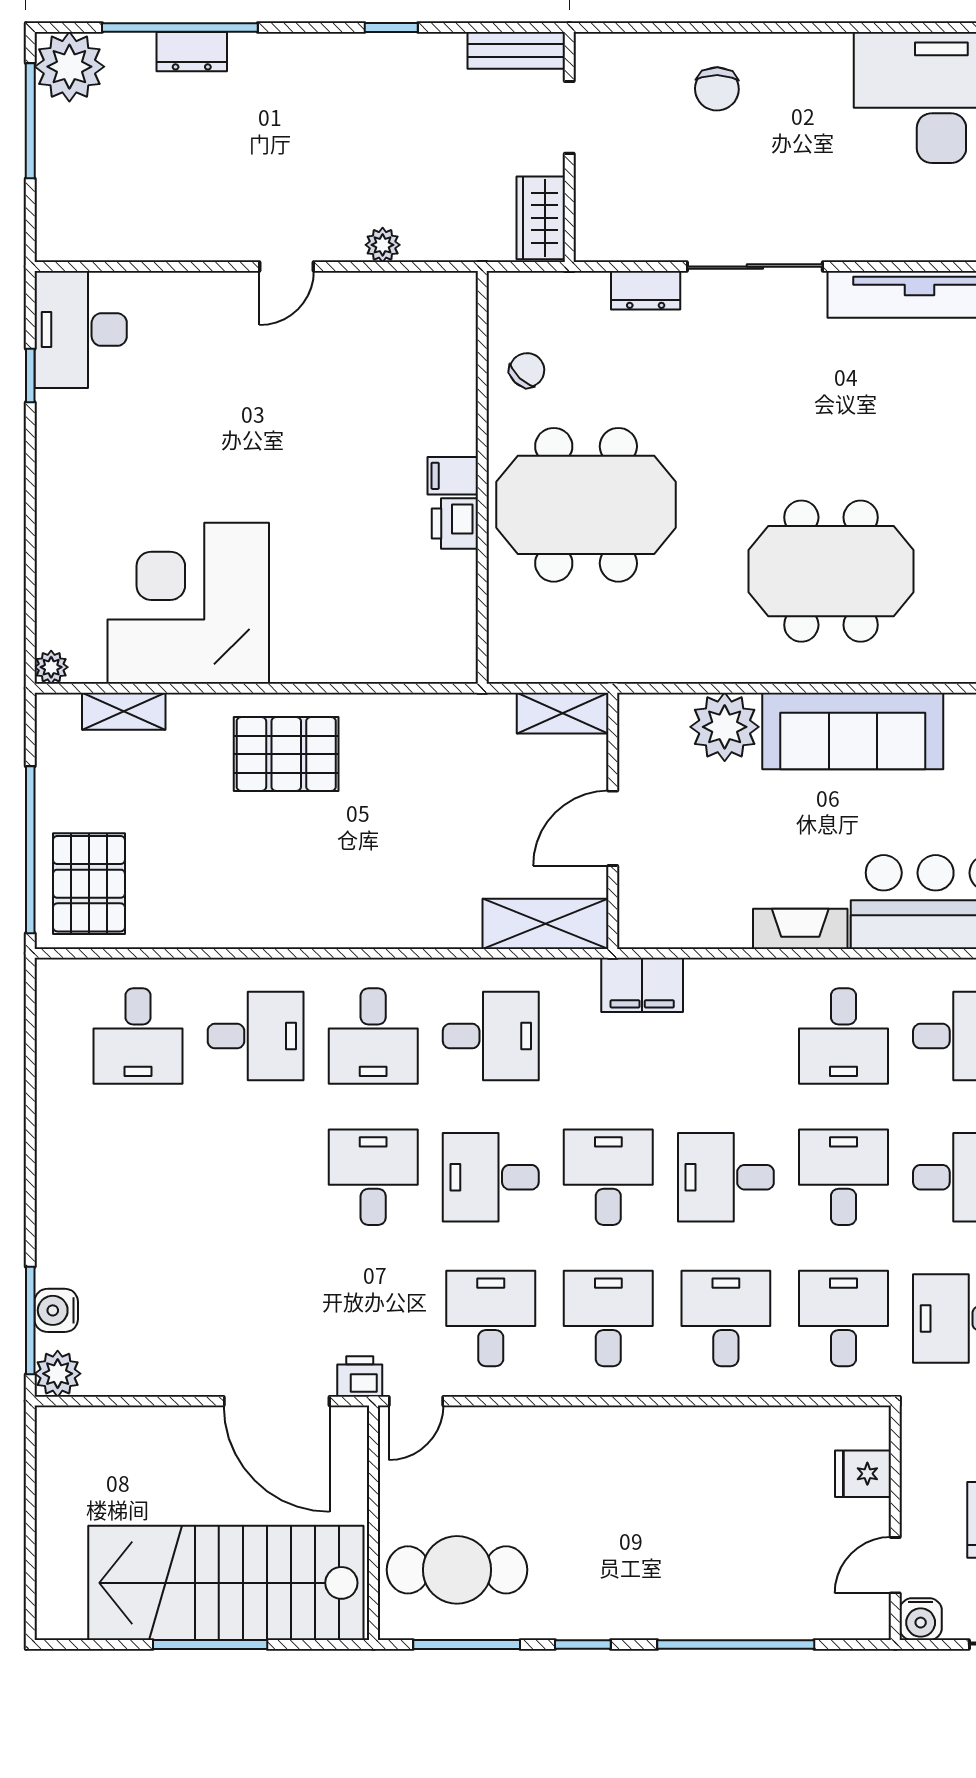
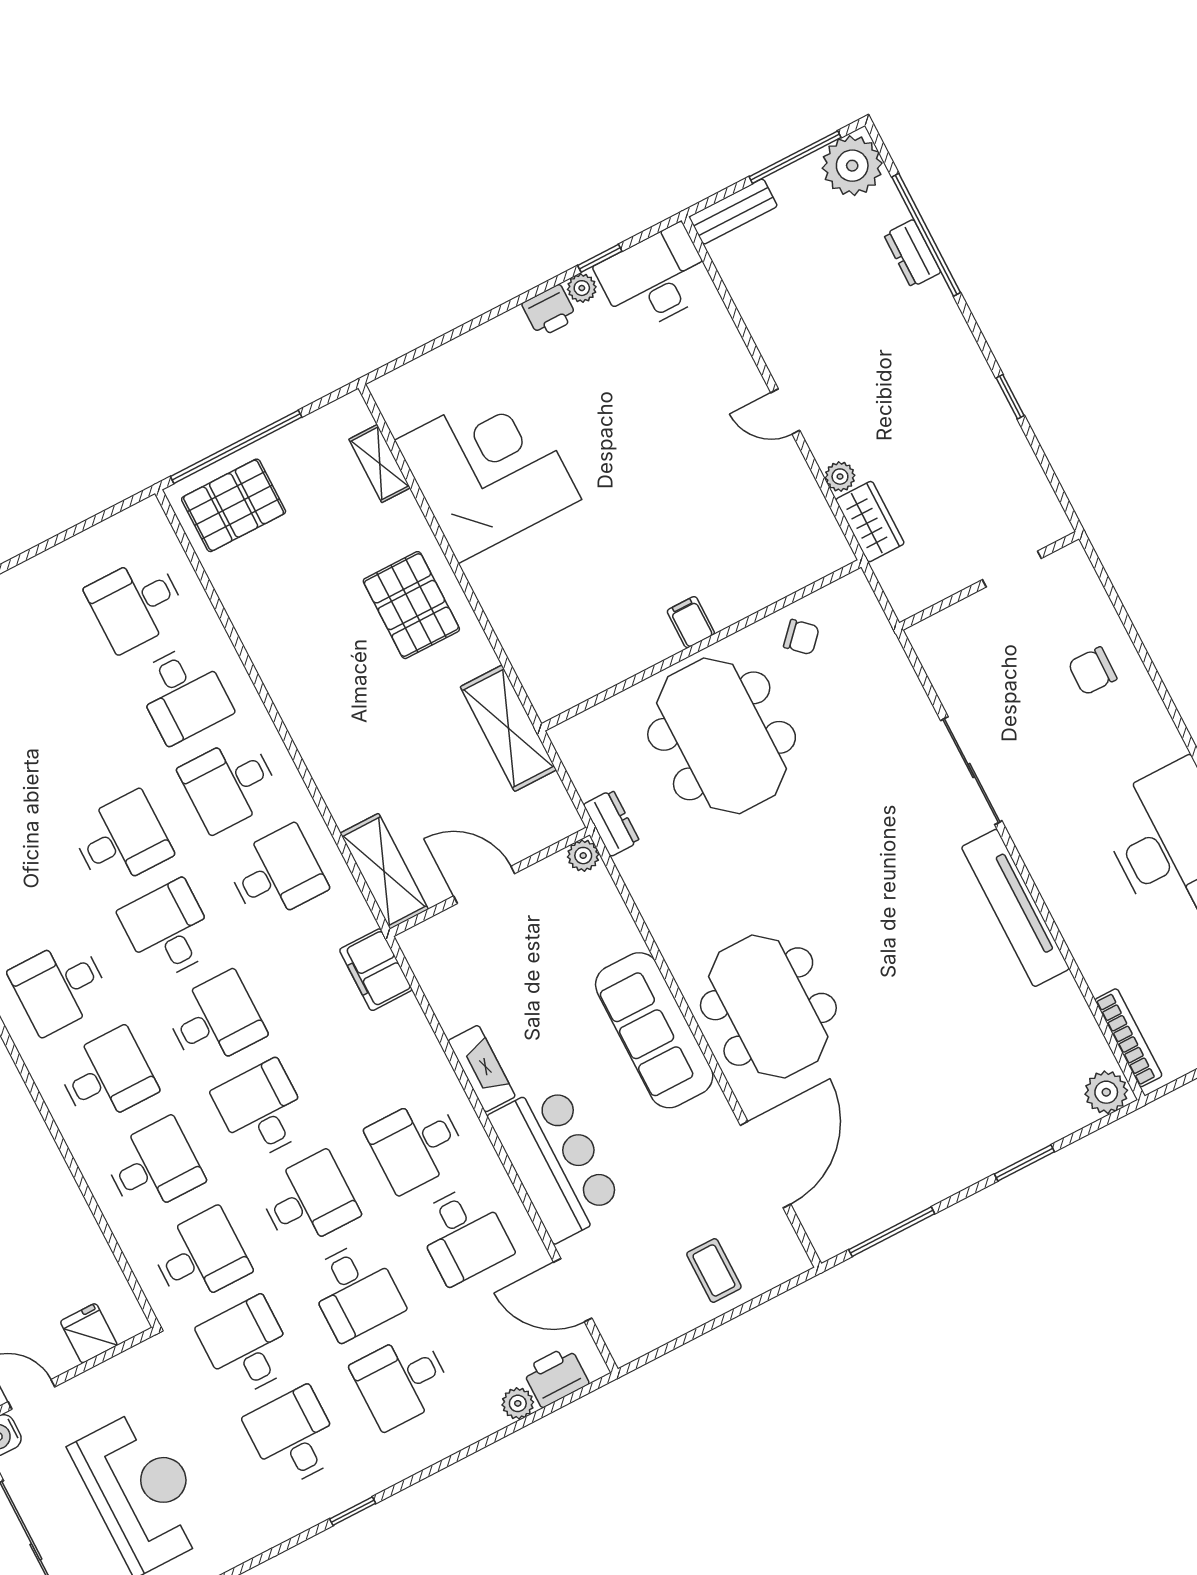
bench: (516, 50) -> (733, 212), moved, turned 90
wardrobe: (541, 218) -> (870, 522), moved, turned 90
dresser: (646, 290) -> (611, 823), moved, turned 180
printer: (455, 524) -> (549, 311), moved, turned 180
meeting table: (831, 571) -> (768, 1007), moved
plant: (51, 667) -> (582, 288), moved
shelving: (563, 713) -> (508, 728), moved, width x1.50, depth x1.33
plant: (725, 727) -> (583, 856), moved, width x0.53, depth x0.53
desk: (491, 1036) -> (276, 874), turned -90
desk: (491, 1318) -> (60, 986), turned 180

